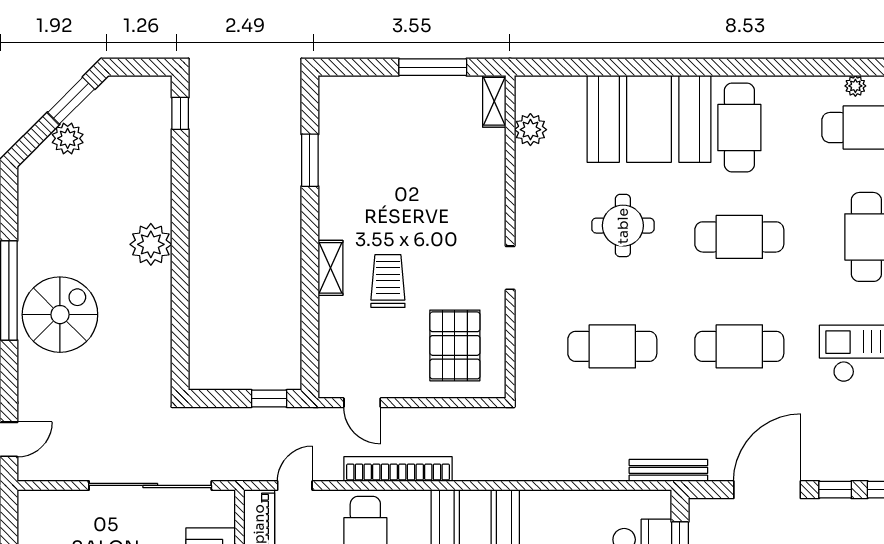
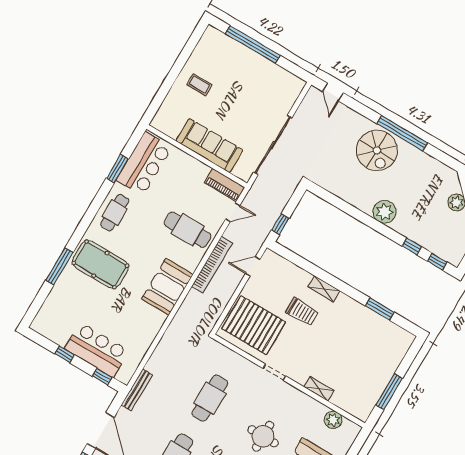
shelving: (494, 101) -> (319, 389), moved
window: (180, 168) -> (412, 246), added
pallet: (455, 345) -> (254, 325), width x1.37, depth x1.41
door: (295, 485) -> (233, 212), hinge flipped

